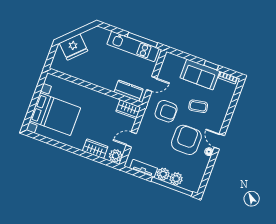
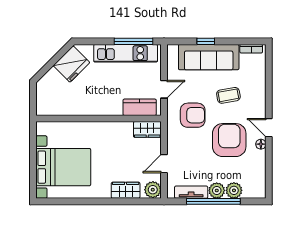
fridge: (74, 47) -> (71, 64), moved
window: (211, 65) -> (206, 41), moved
sofa: (200, 74) -> (209, 57), width x1.36
window: (172, 187) -> (213, 201), moved

